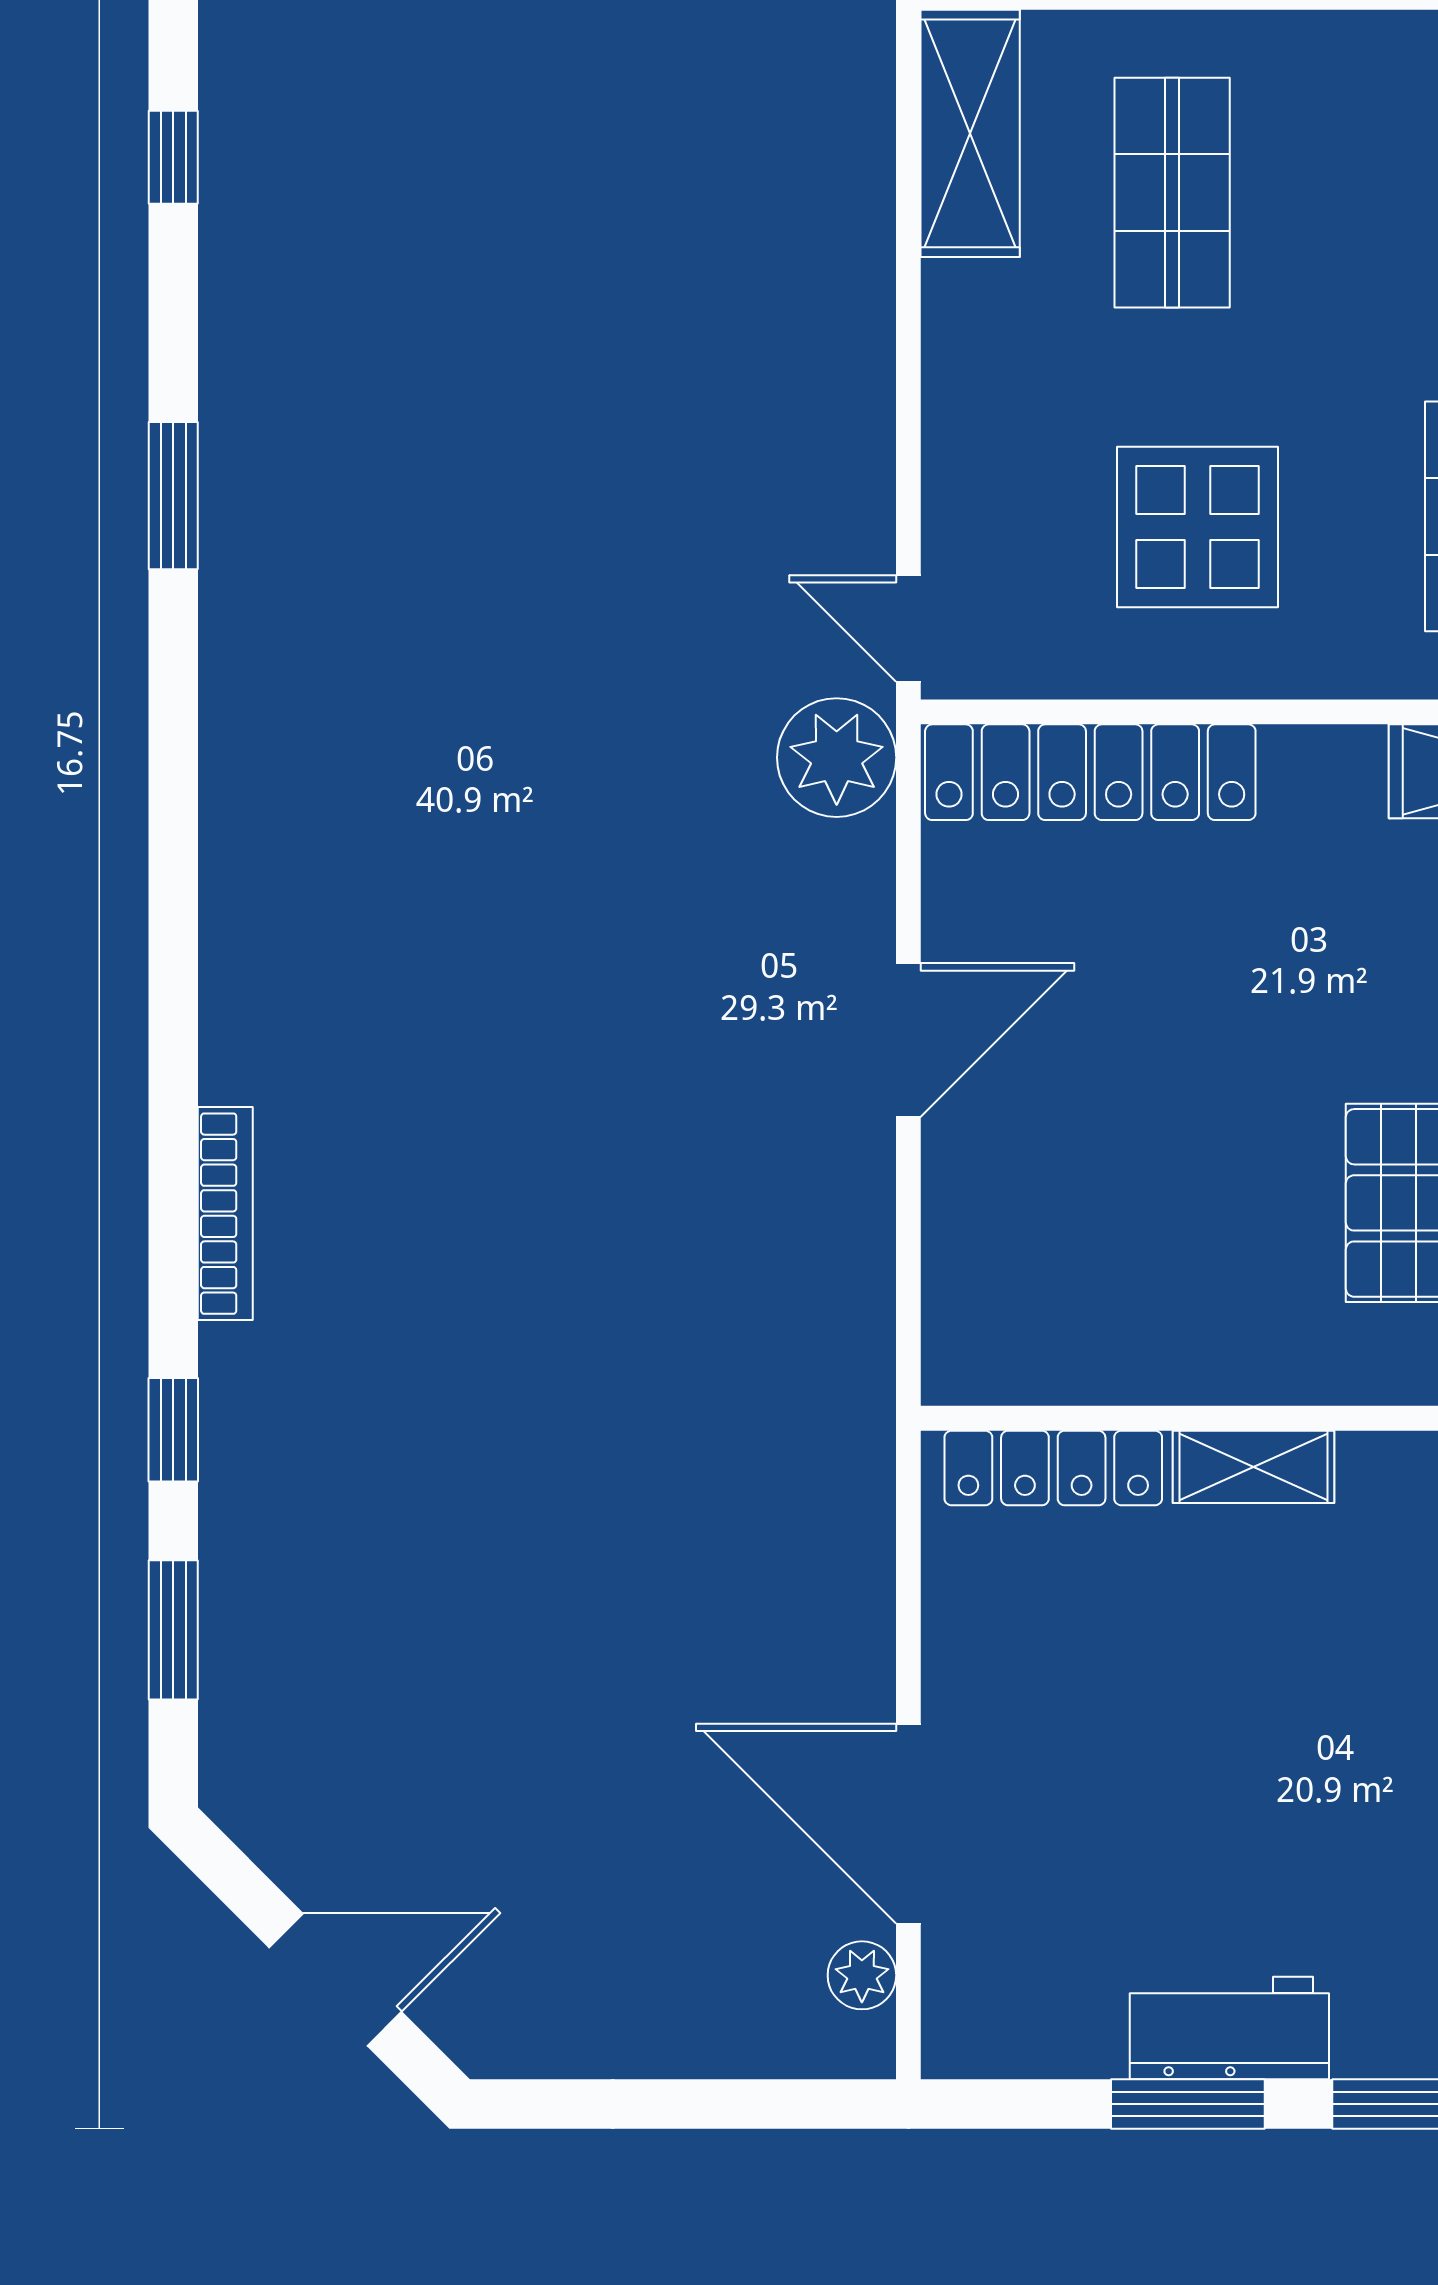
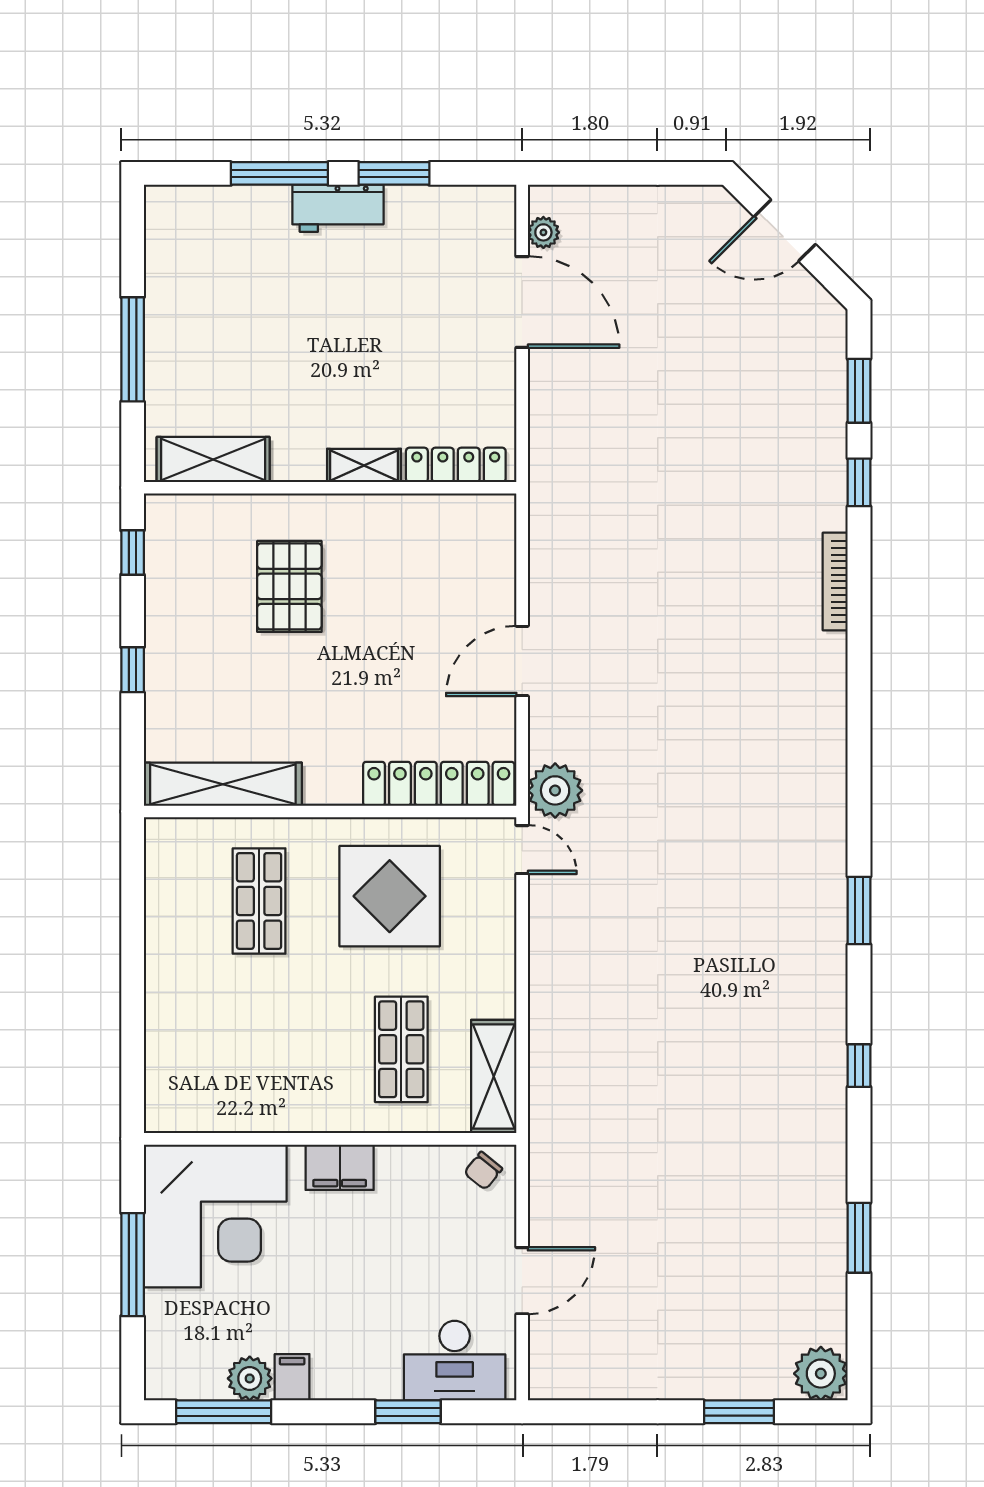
display table: (1198, 527) -> (390, 896), width x1.36, depth x1.36
workbench: (1229, 2028) -> (338, 208), moved

